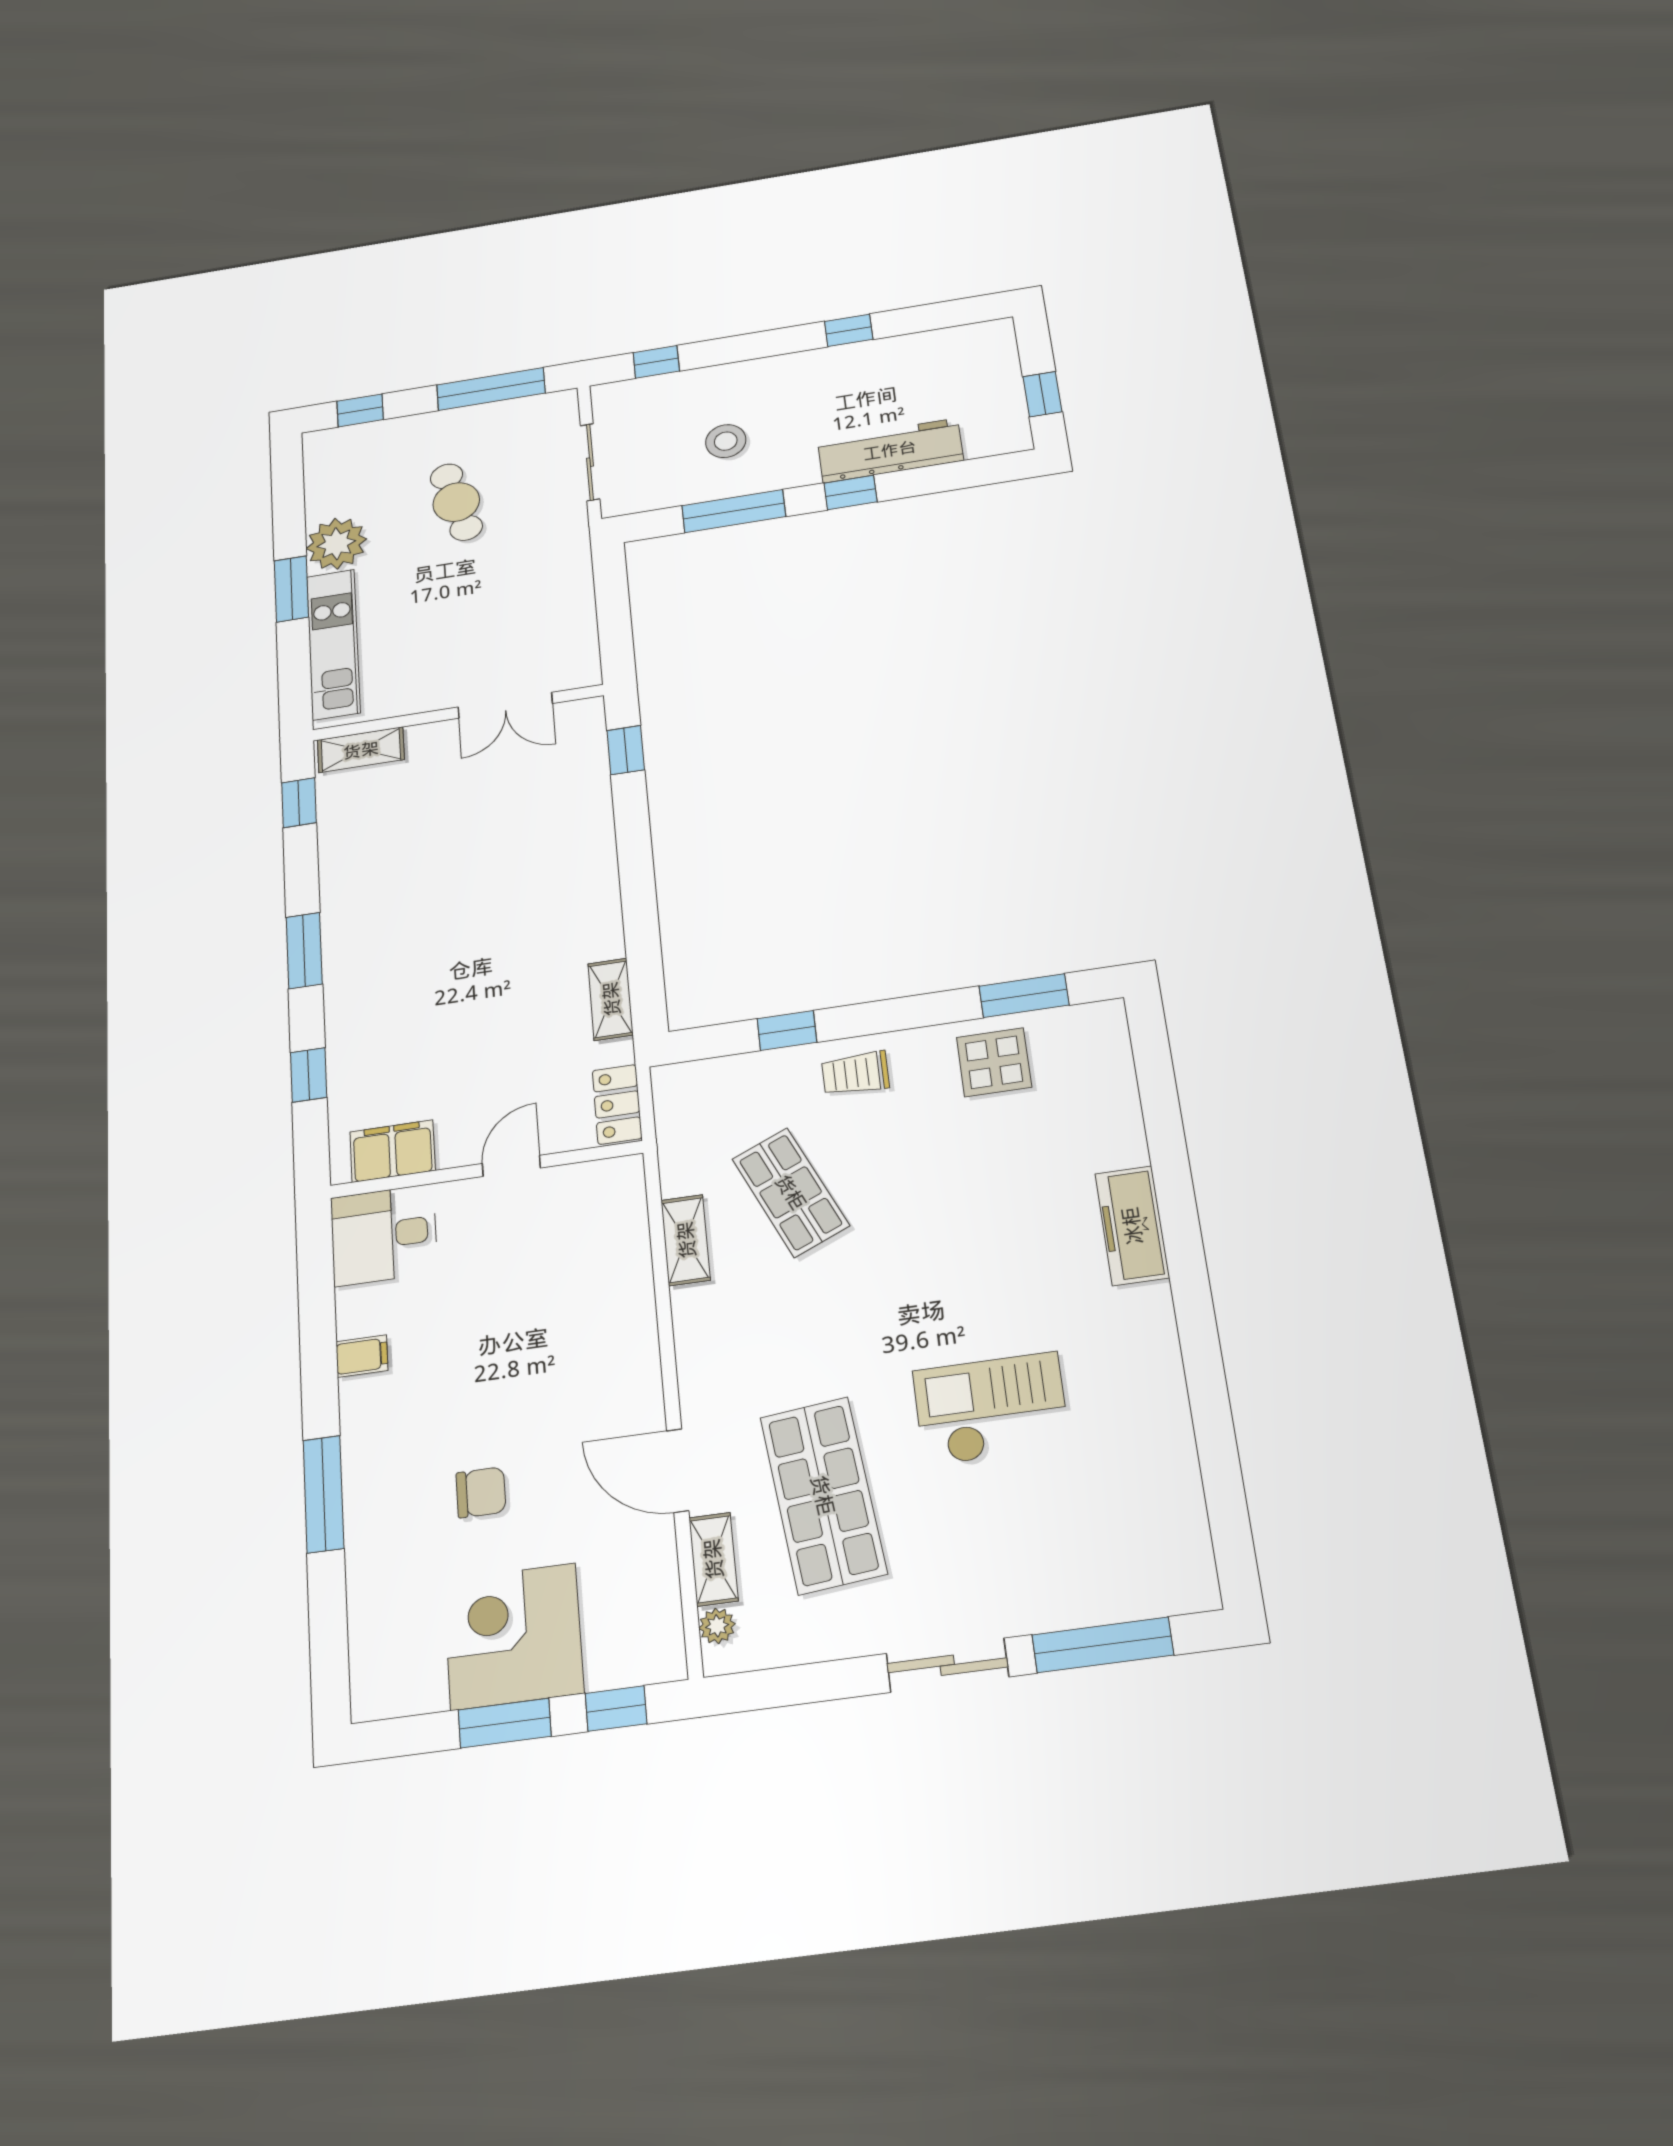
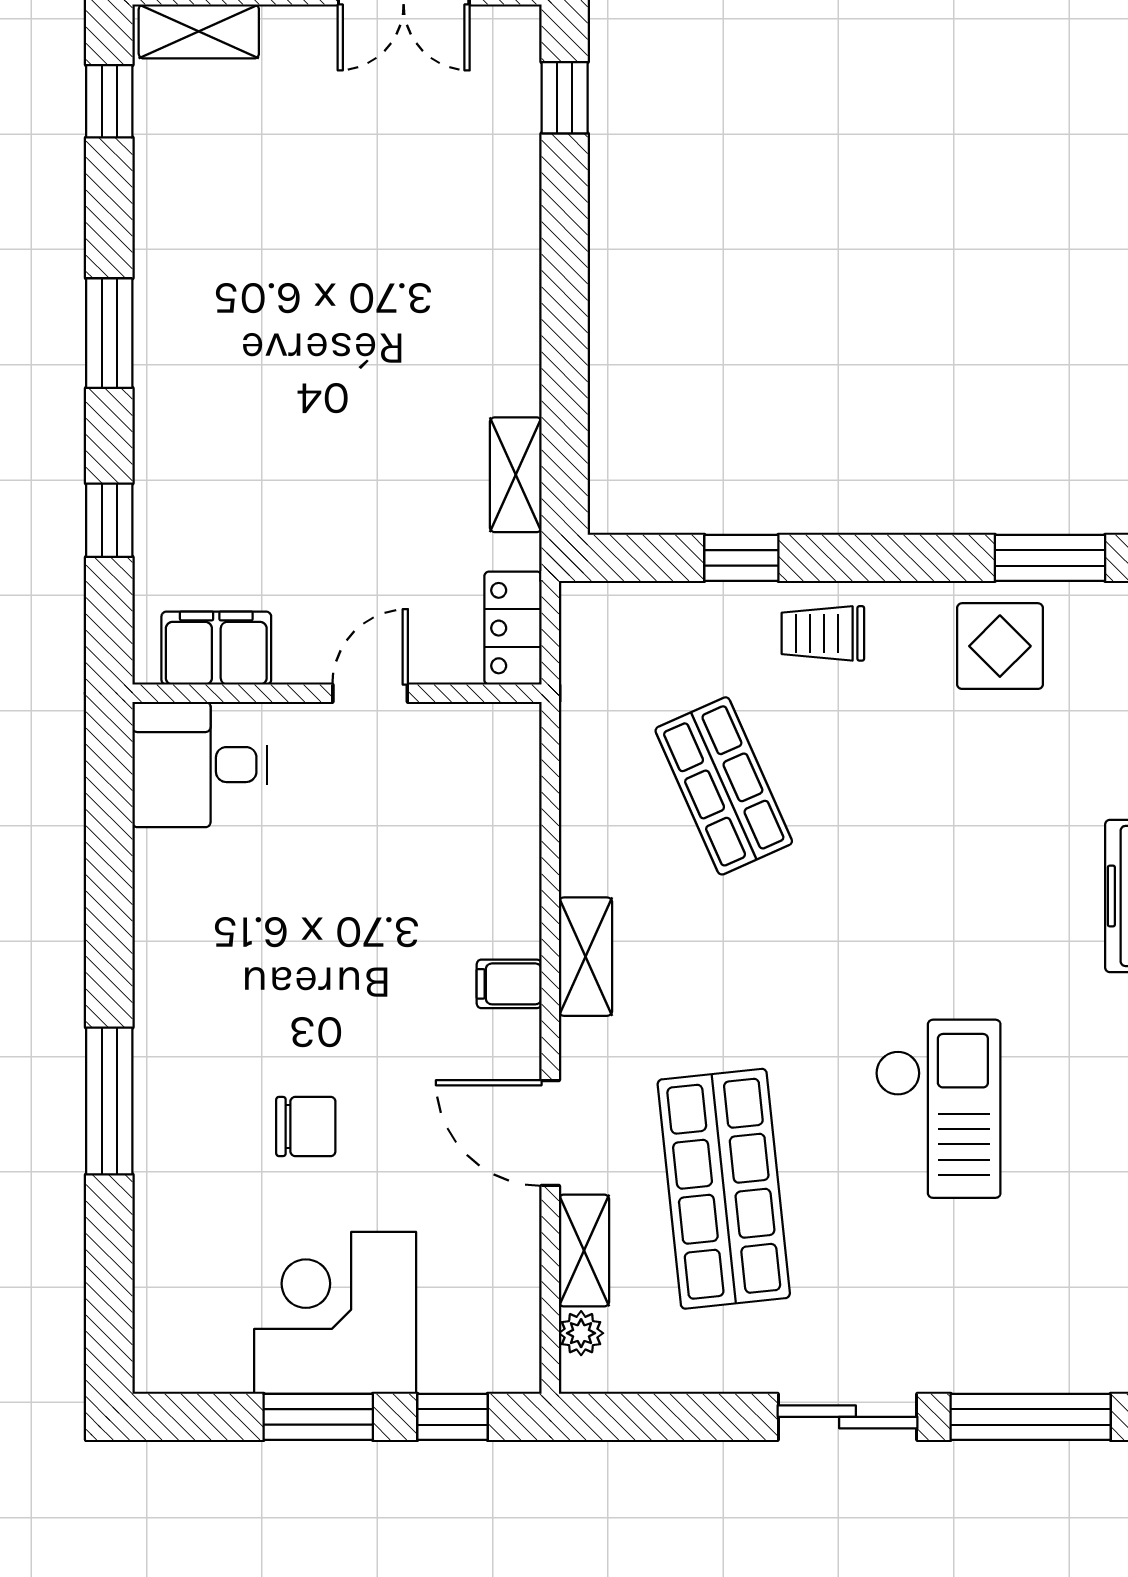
shelving: (686, 1240) -> (585, 957), moved
filing cabinet: (362, 1356) -> (509, 984), moved, turned 180
checkout: (991, 1409) -> (938, 1109), turned 90

